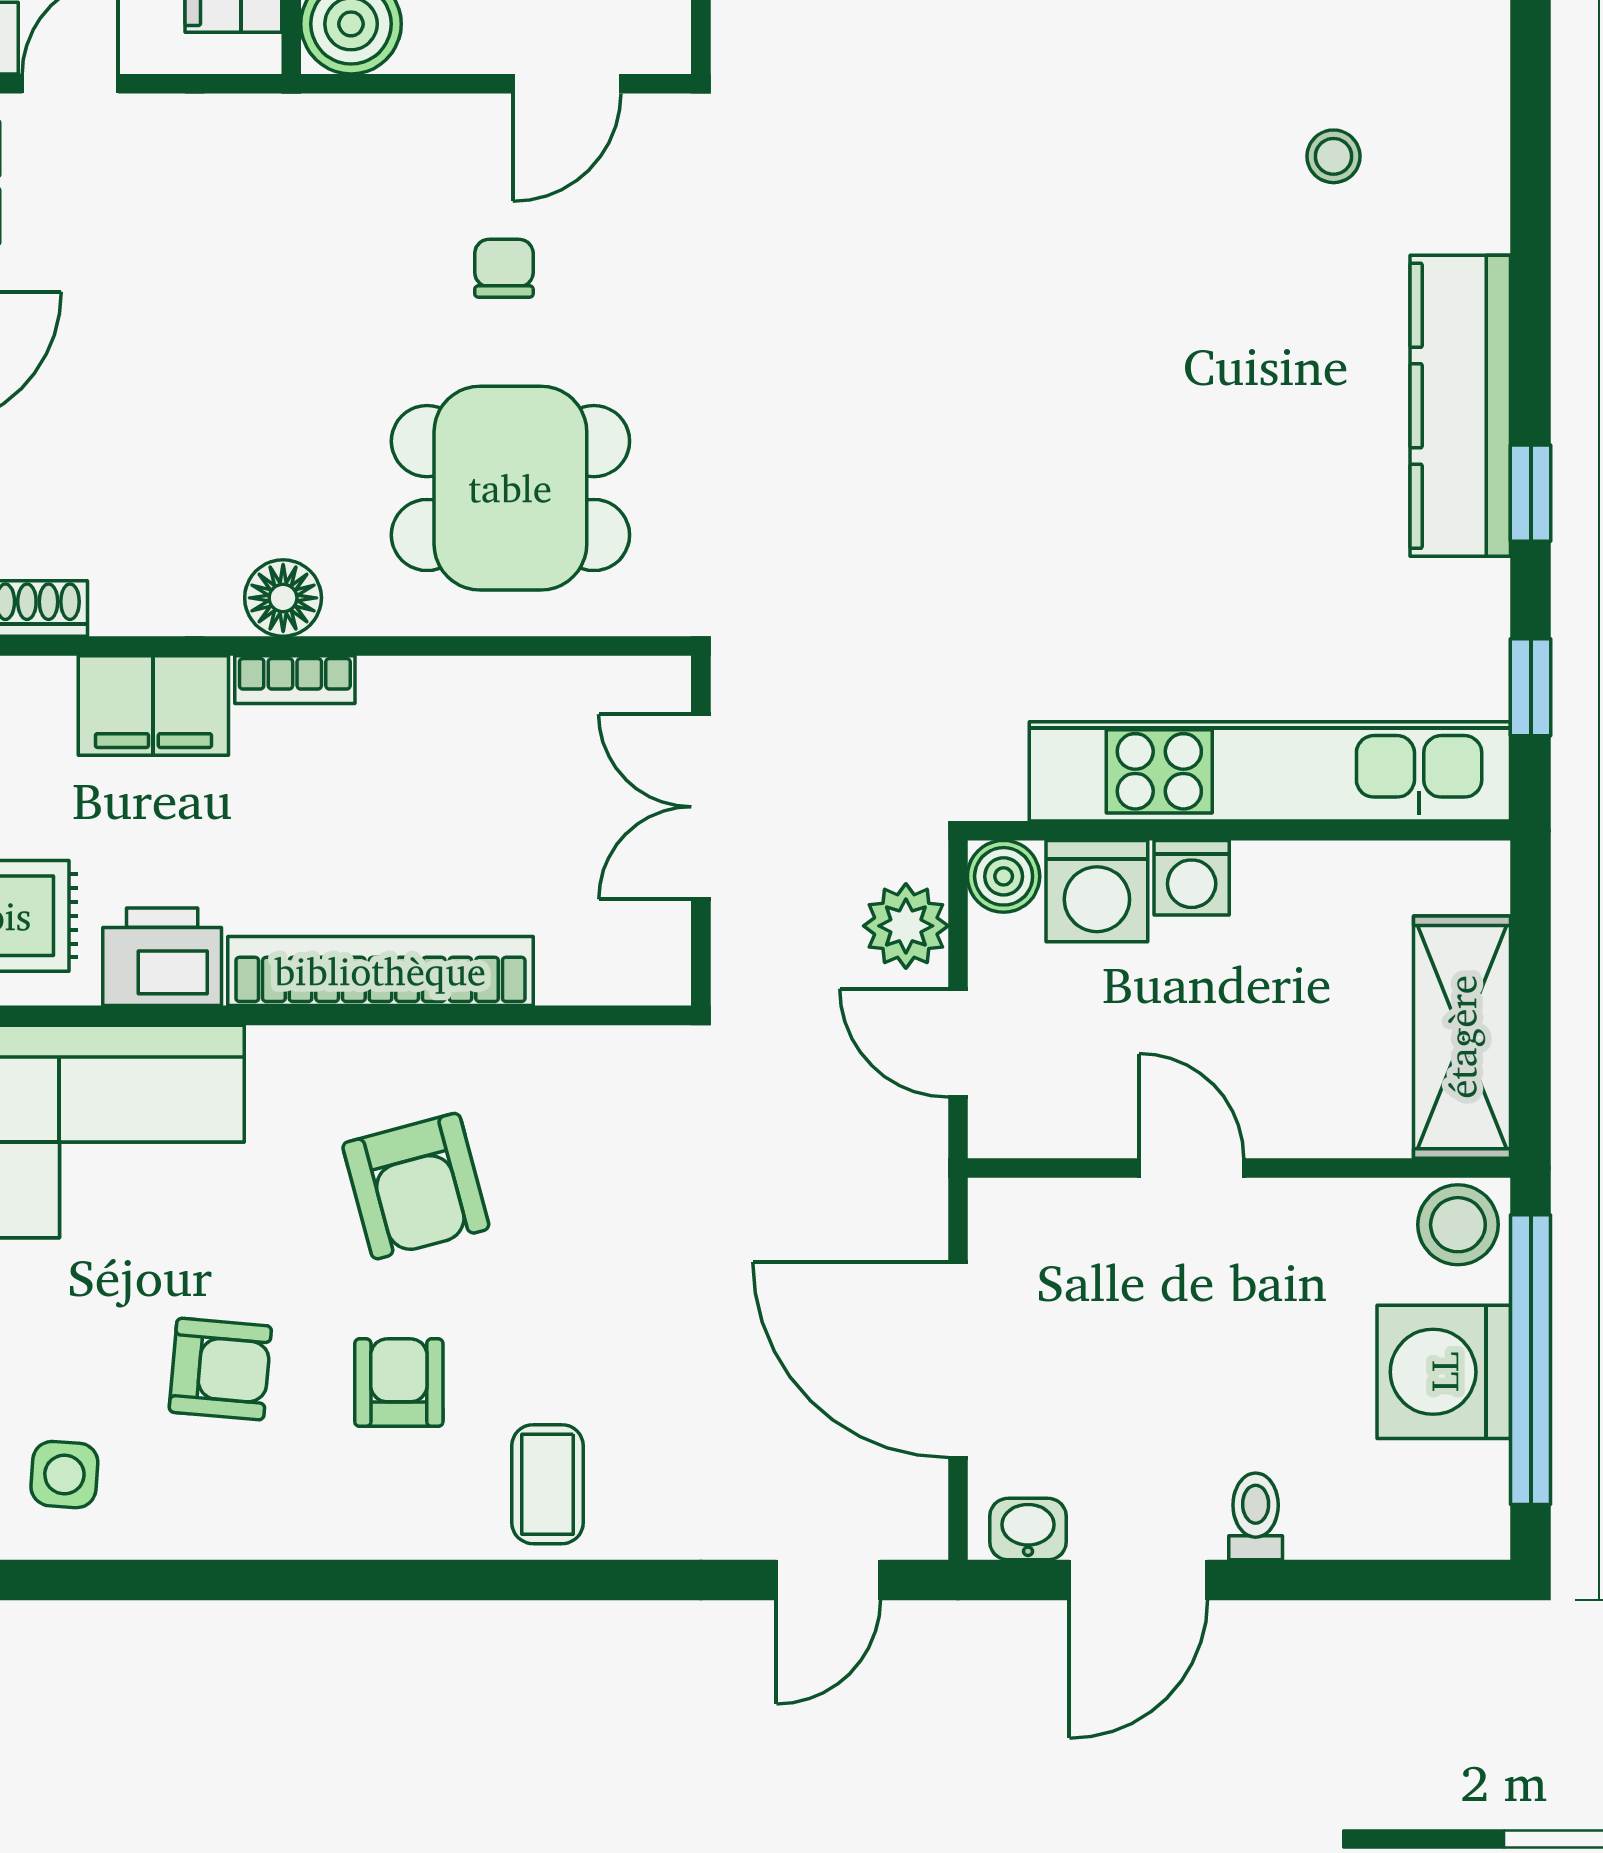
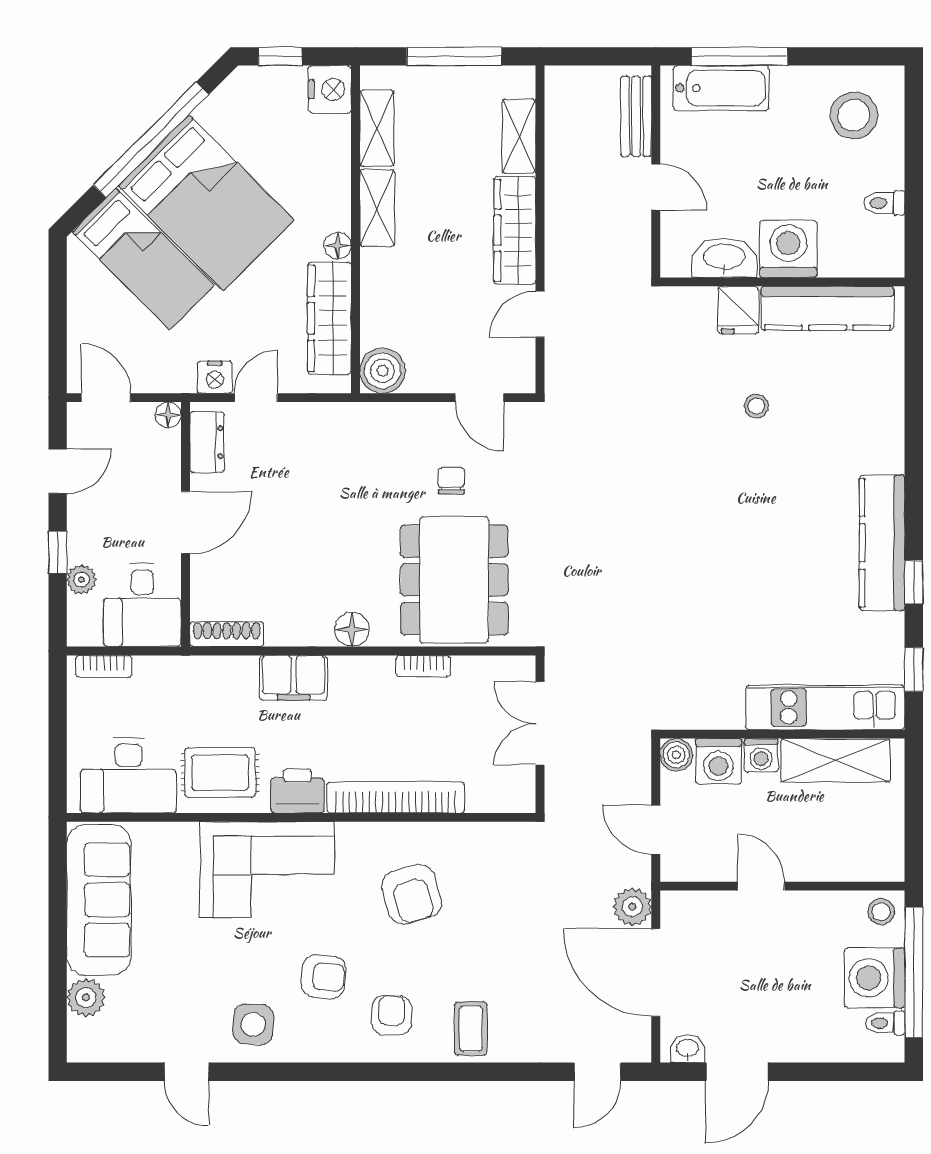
door: (567, 84) -> (480, 398), hinge flipped
stool: (1334, 156) -> (756, 406), moved
dining table: (510, 488) -> (454, 580), width x1.38
bookcase: (295, 680) -> (423, 666), moved
kitchen unit: (1270, 771) -> (825, 707), width x0.73
plant: (906, 926) -> (632, 907), moved
shelving: (1462, 1037) -> (835, 760), moved, turned 90
stool: (1458, 1225) -> (881, 912), width x0.73, depth x0.73
armchair: (399, 1383) -> (392, 1015), moved
side table: (64, 1475) -> (253, 1024), width x1.37, depth x1.37
toilet: (1256, 1516) -> (885, 1023), moved, turned -90

